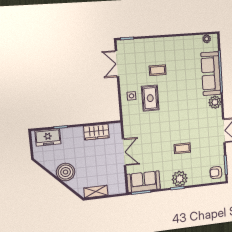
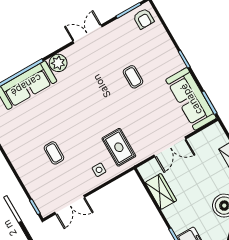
rug: (150, 98) -> (119, 147), moved, turned 90
double door: (124, 152) -> (170, 147), swing flipped
plant: (180, 179) -> (172, 62), removed
sofa: (144, 182) -> (191, 99), width x1.36

